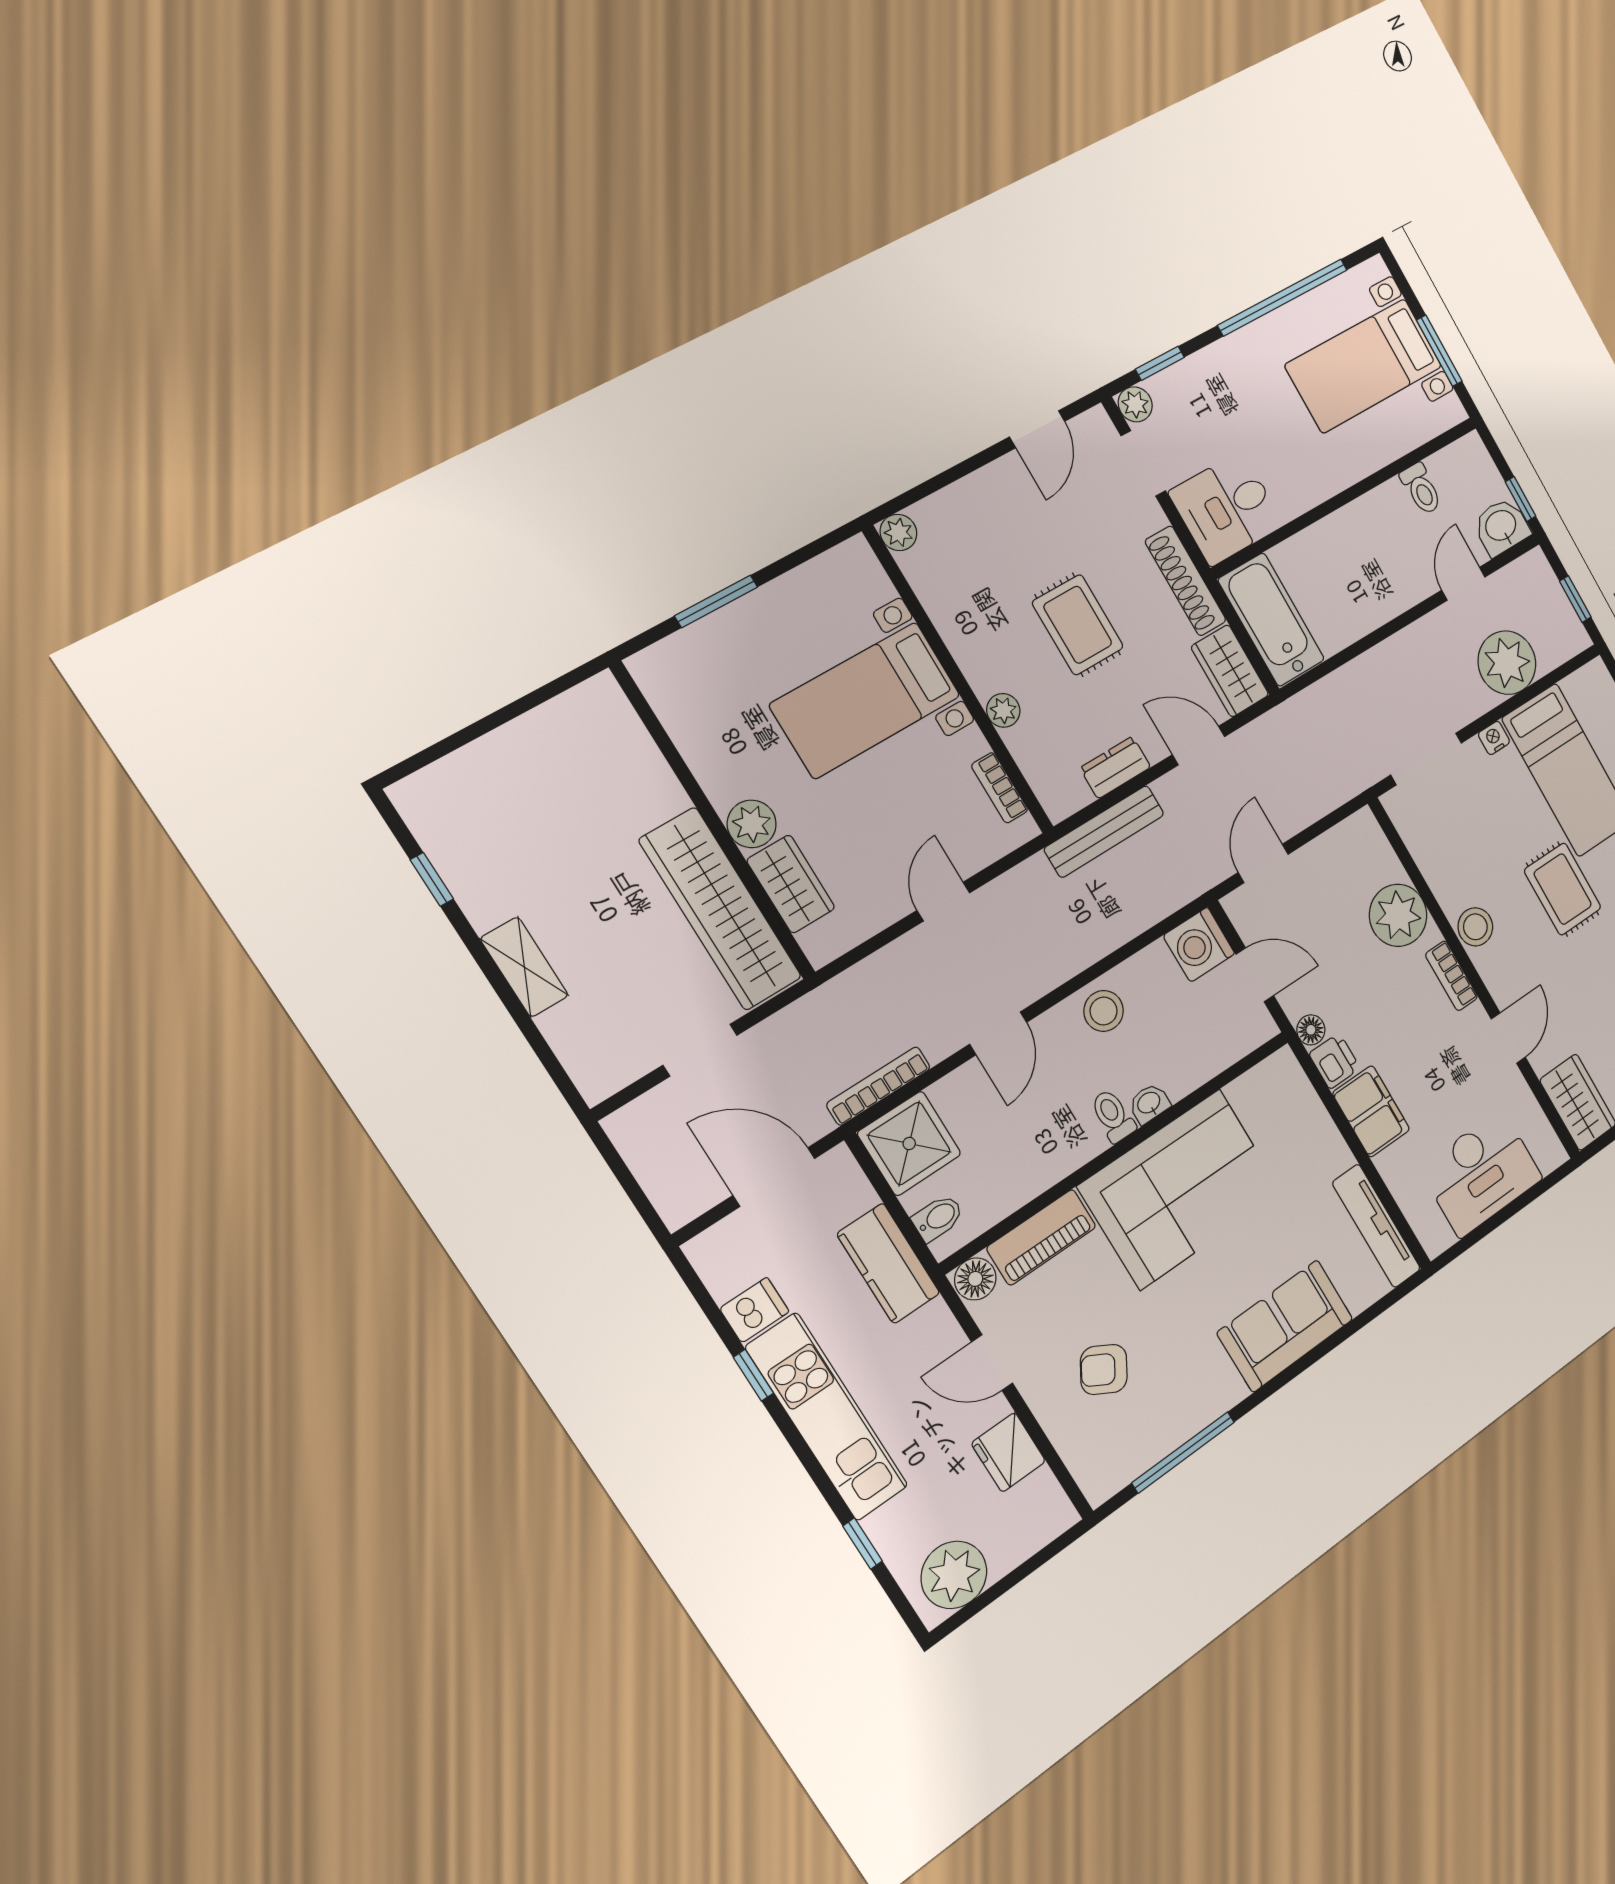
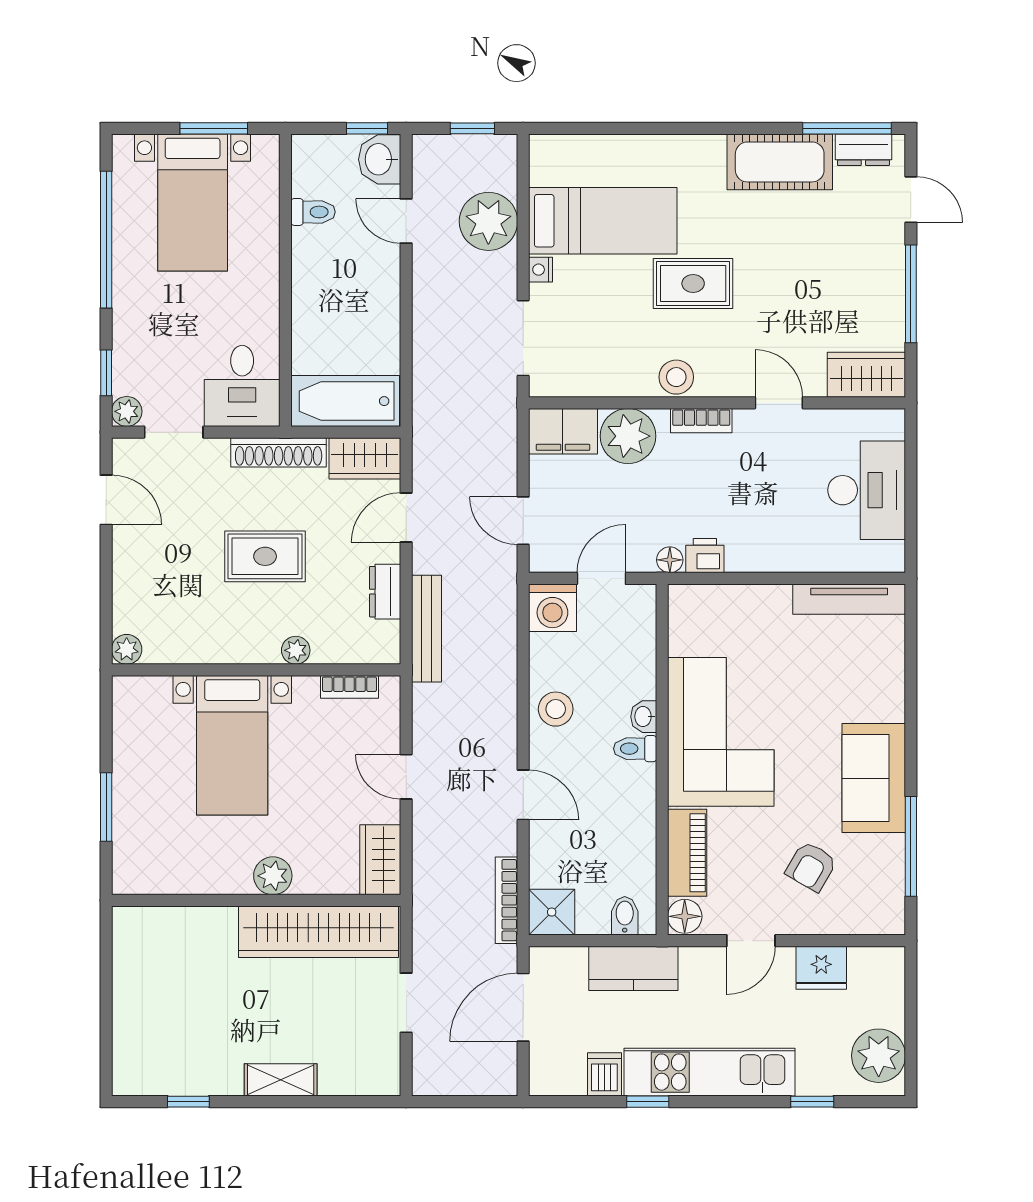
wardrobe: (791, 884) -> (380, 860), moved, turned -90
filing cabinet: (1371, 1111) -> (563, 431), moved, turned 180
shower: (909, 1143) -> (552, 912), width x0.73, depth x0.73
sofa: (1285, 1326) -> (874, 778), moved

